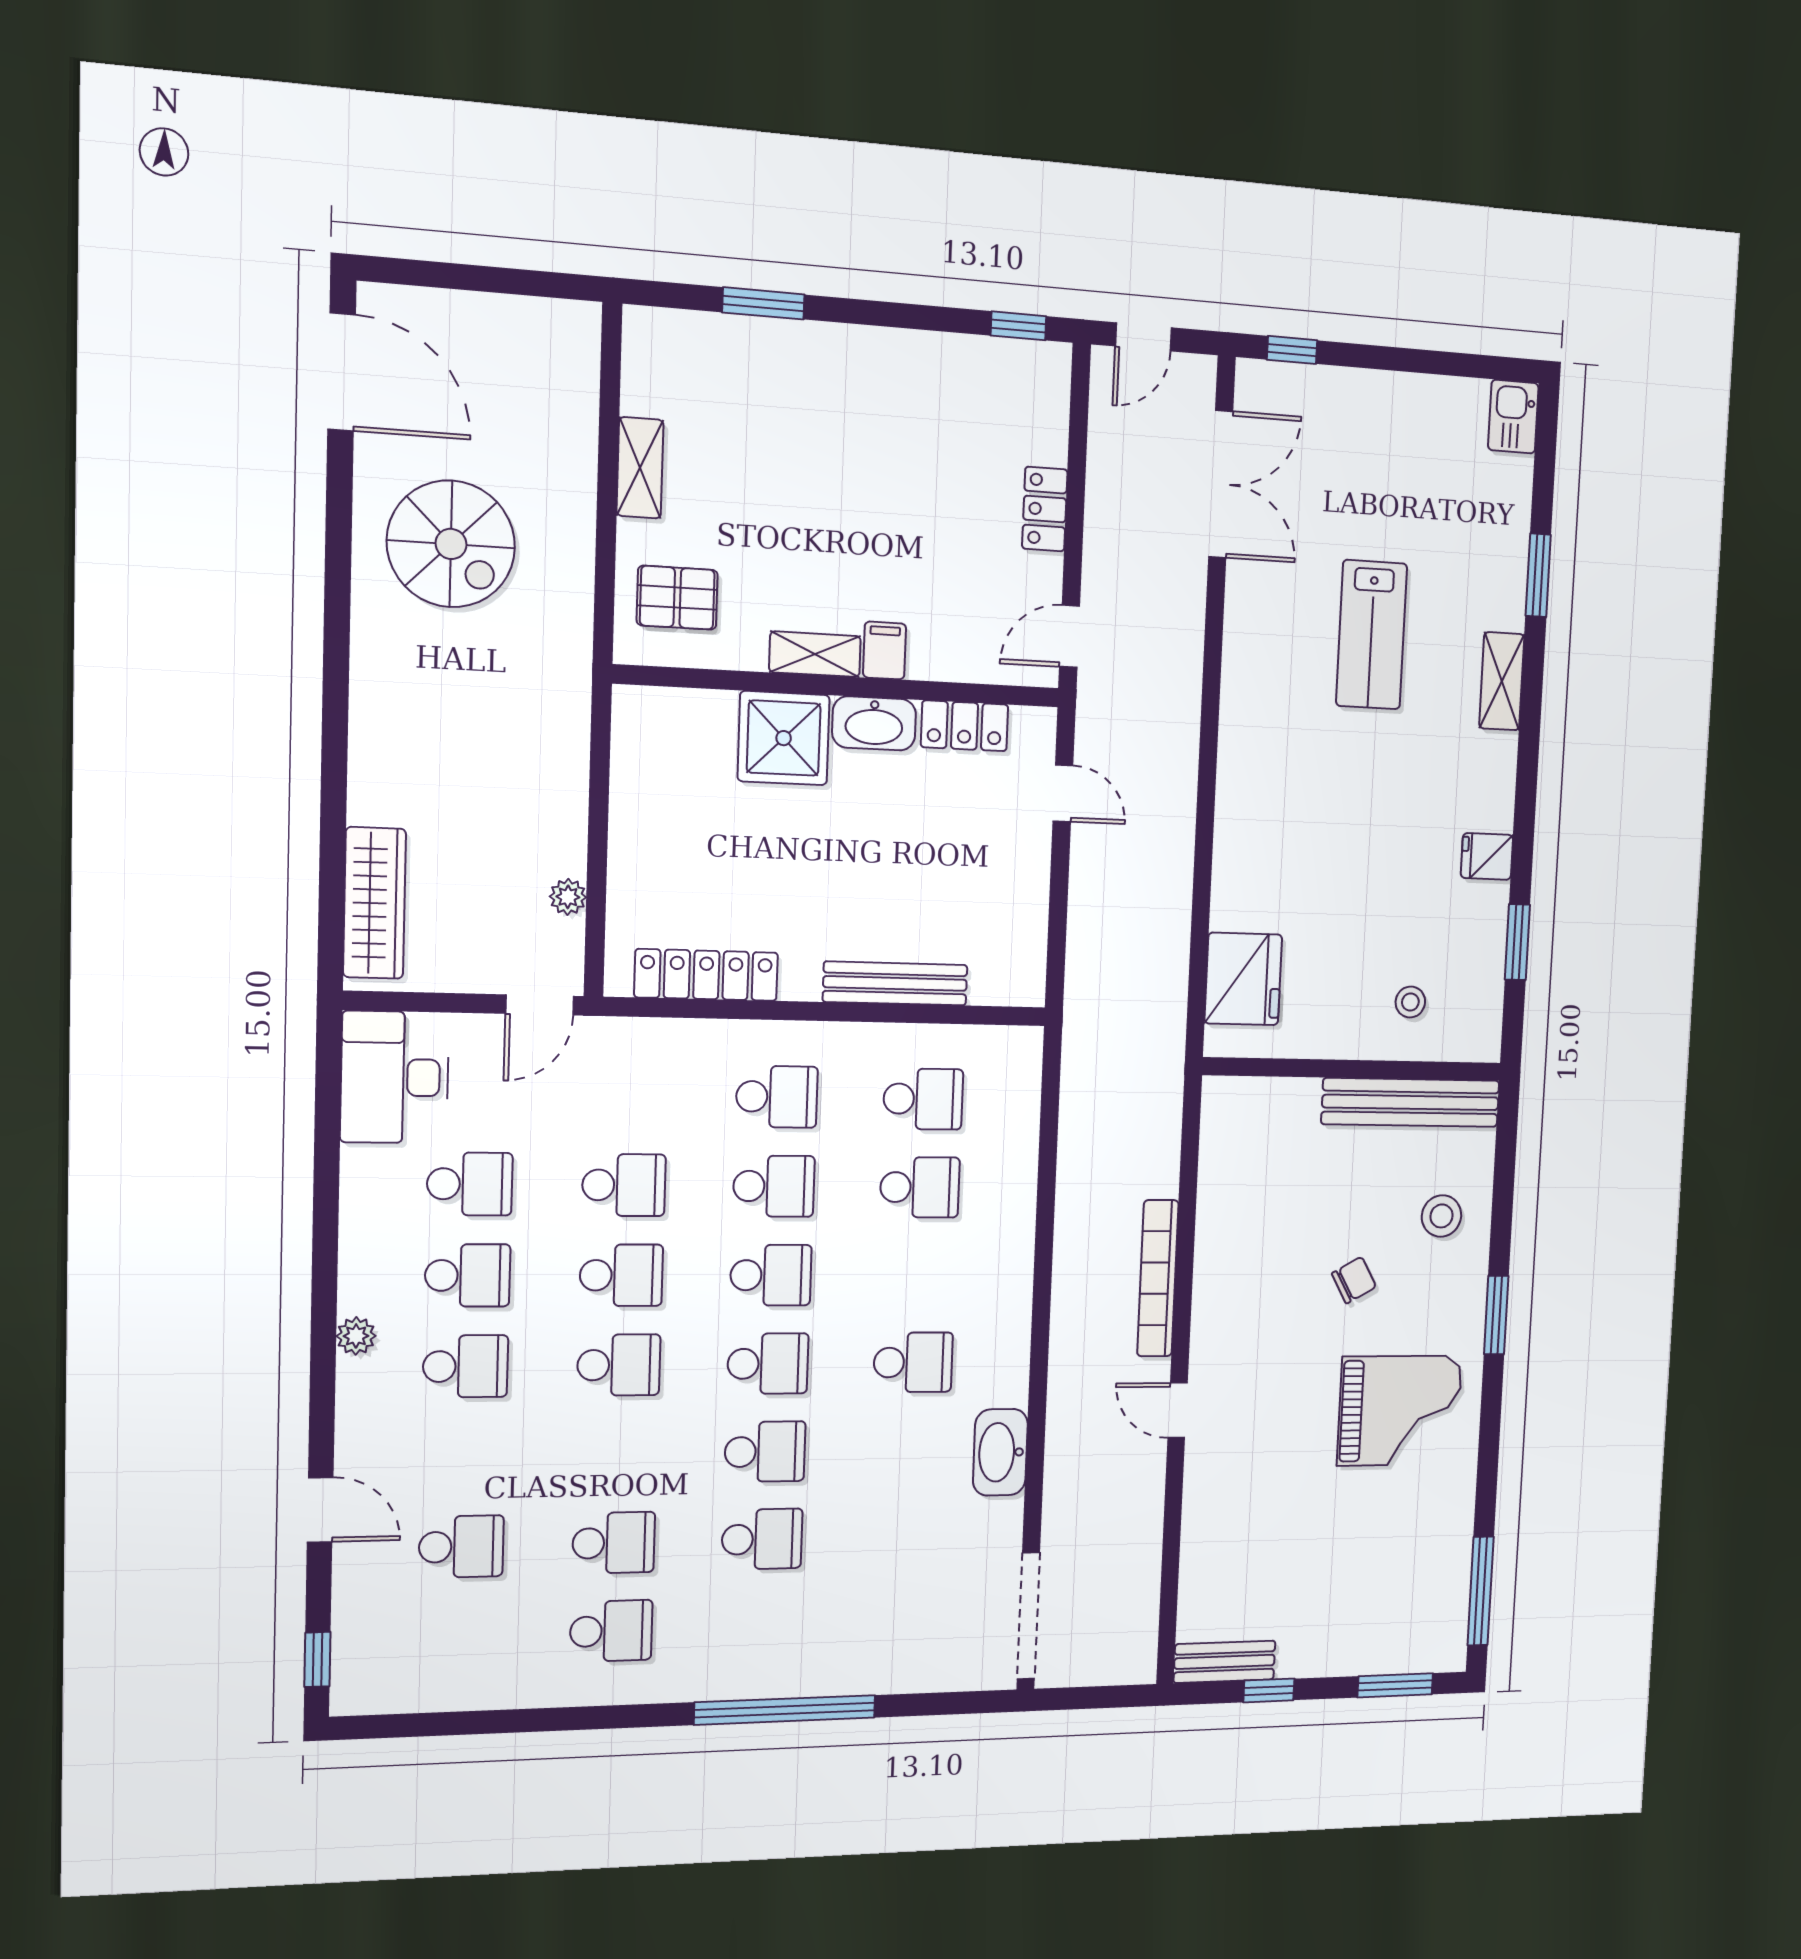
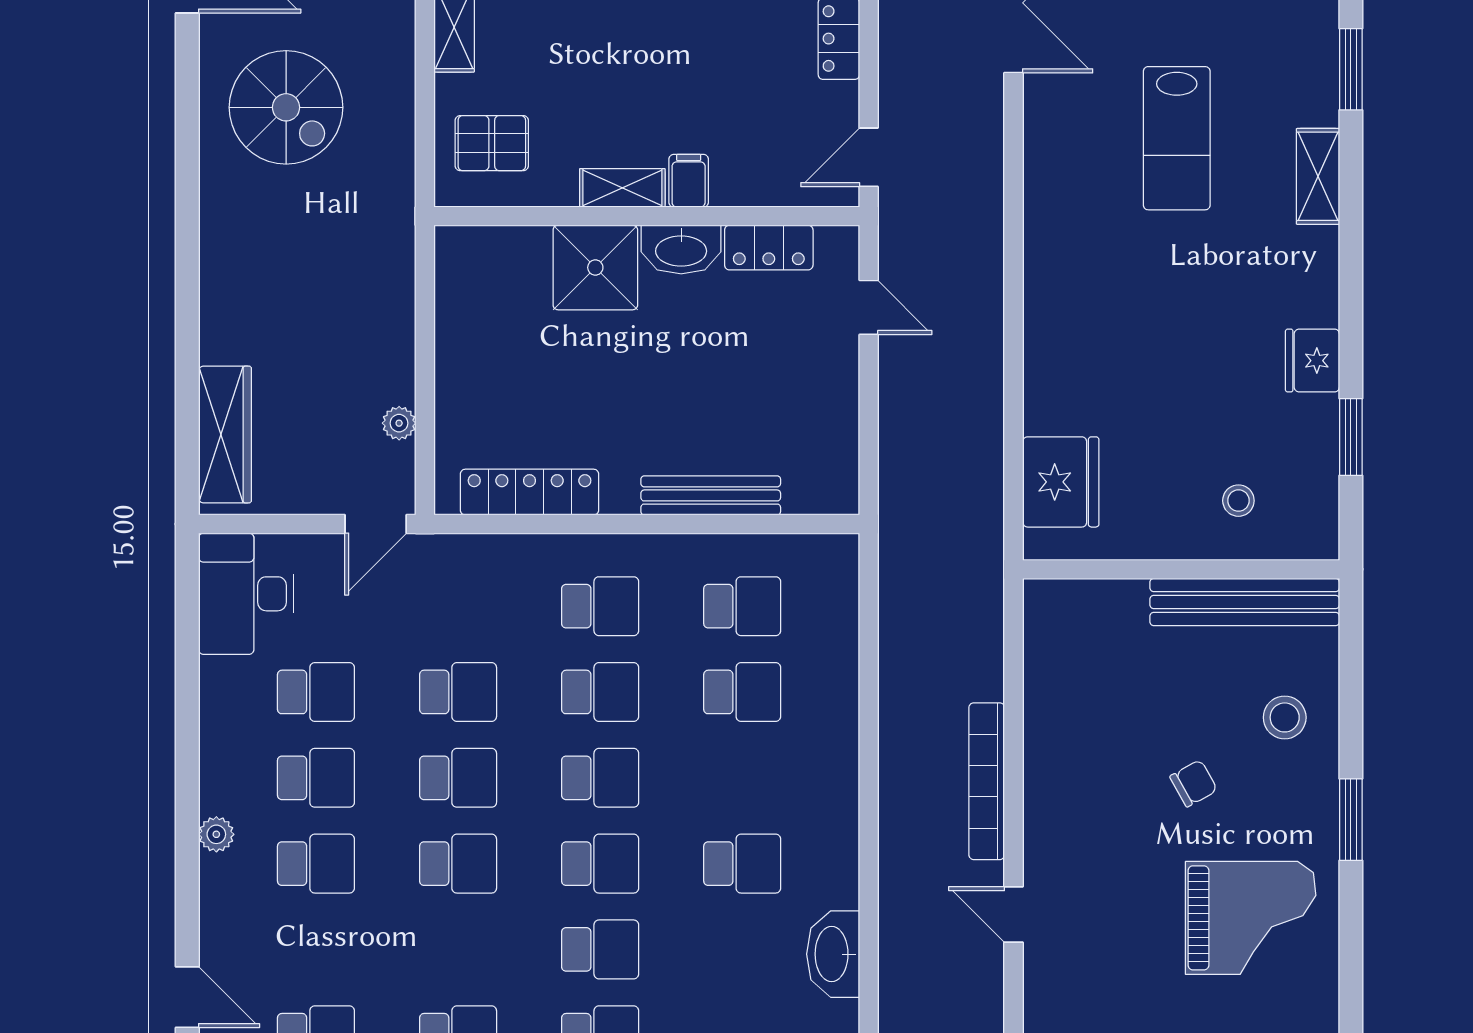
fridge: (1487, 856) -> (1312, 361), width x1.38

